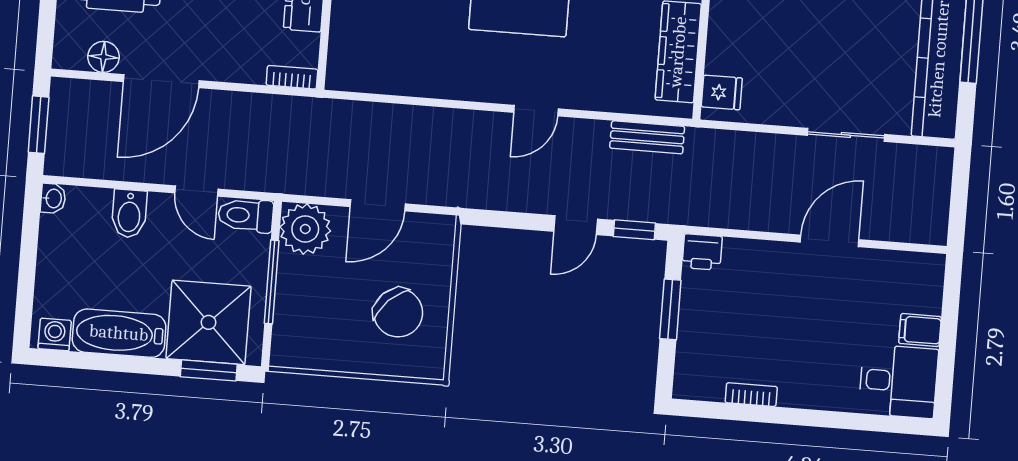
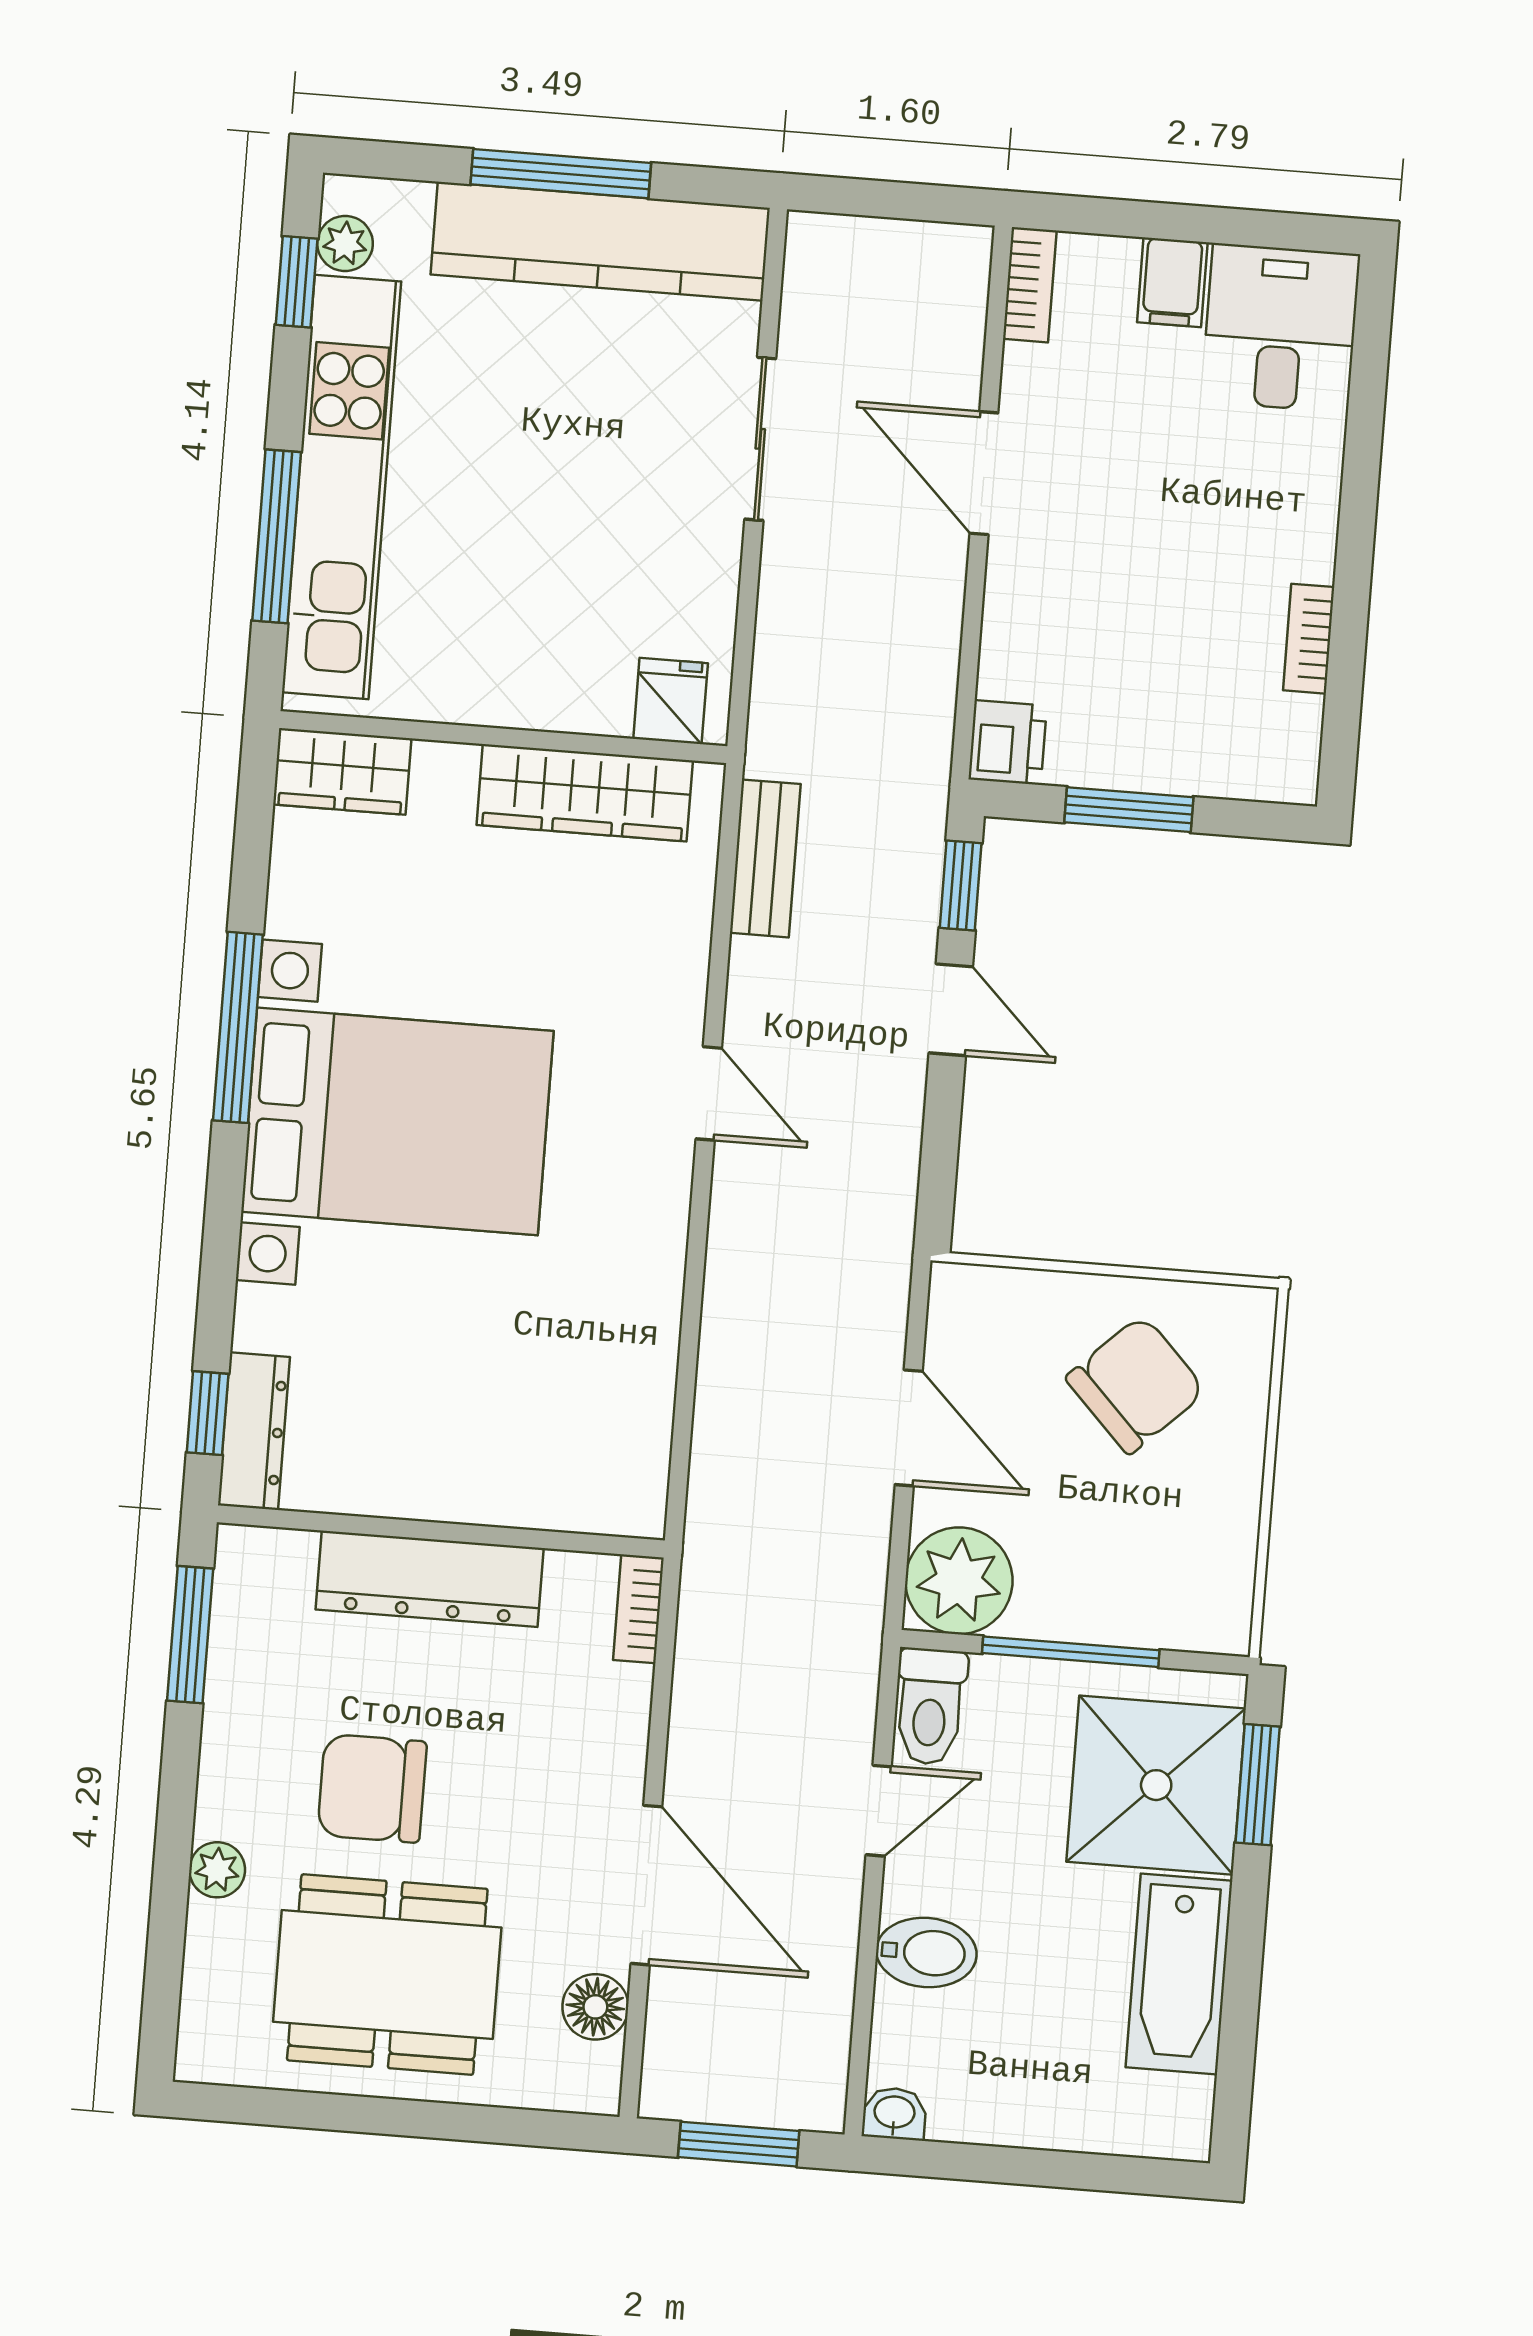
bookcase: (919, 263) -> (1030, 285), added
washing machine: (55, 334) -> (1182, 2110), removed

